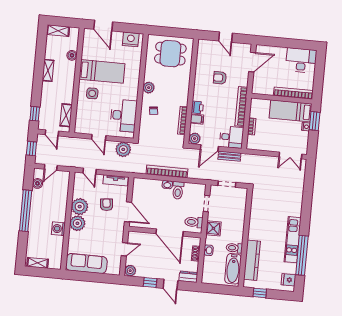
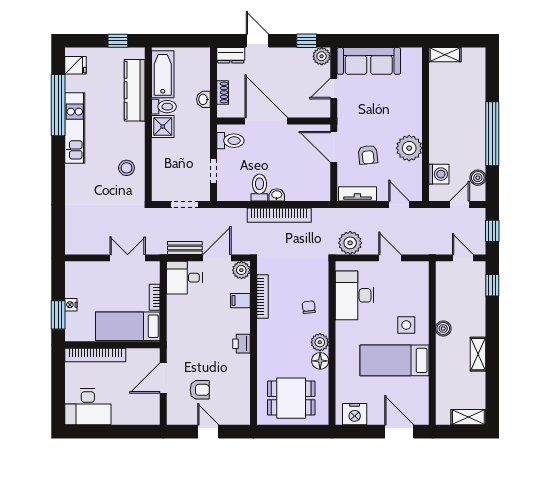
boiler: (72, 55) -> (443, 328), moved
door: (252, 62) -> (163, 378), moved
floor lamp: (150, 76) -> (320, 361), added
armchair: (220, 78) -> (200, 390), moved
printer: (197, 107) -> (242, 344), moved
bookcase: (241, 107) -> (174, 326), removed
bed: (290, 111) -> (128, 326), moved, turned 180
shelving: (66, 115) -> (443, 287), removed
double door: (290, 155) -> (128, 258), moved
stool: (262, 211) -> (127, 168), added
plant: (77, 223) -> (410, 122), removed
shower: (213, 228) -> (163, 127), moved
washing machine: (58, 229) -> (439, 174), moved
shelving: (38, 263) -> (445, 55), moved
sofa: (86, 263) -> (369, 61), moved
window: (150, 283) -> (307, 41), moved

